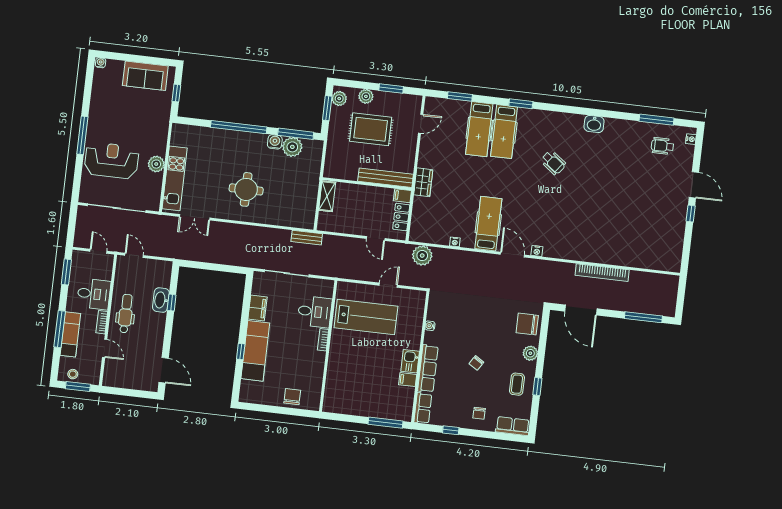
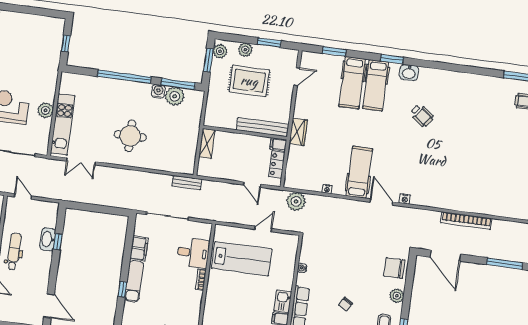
sofa: (145, 76) -> (37, 26), removed
washbasin: (594, 124) -> (409, 73), moved
exam couch: (255, 351) -> (134, 281), width x0.73, depth x0.69

